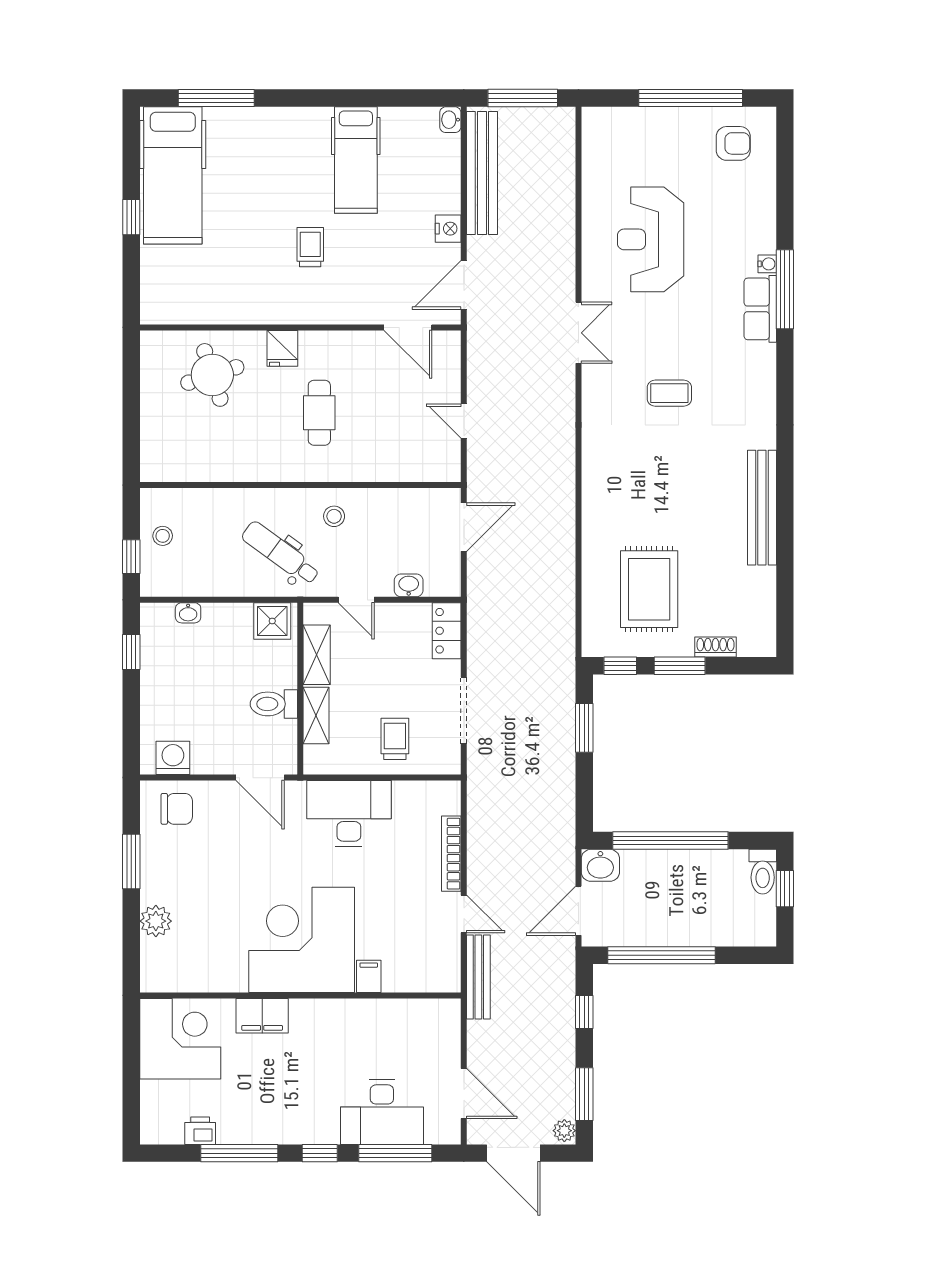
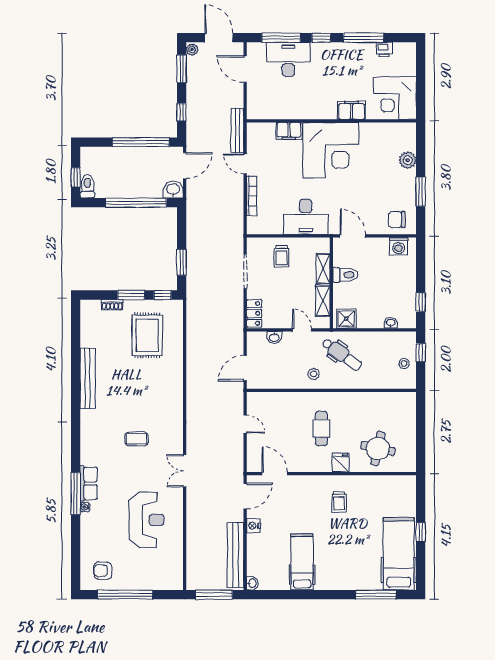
trolley: (310, 247) -> (339, 502), moved
round table: (212, 375) -> (378, 448), turned 30
filing cabinet: (369, 976) -> (289, 131), width x2.00

